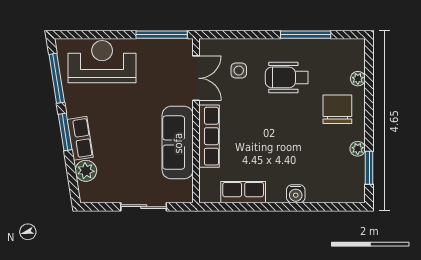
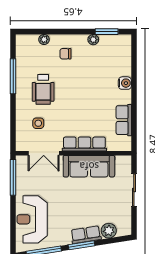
double door: (196, 78) -> (44, 153), swing flipped
chair: (337, 109) -> (65, 54), width x0.54, depth x0.54

